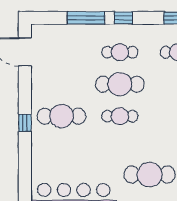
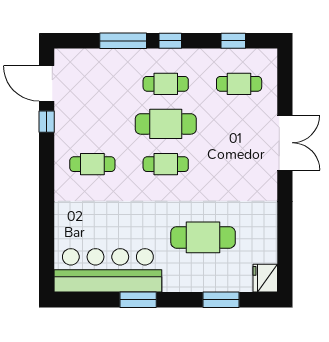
cafe table: (61, 116) -> (92, 164), width x0.73, depth x0.74
window: (25, 123) -> (47, 122), moved

